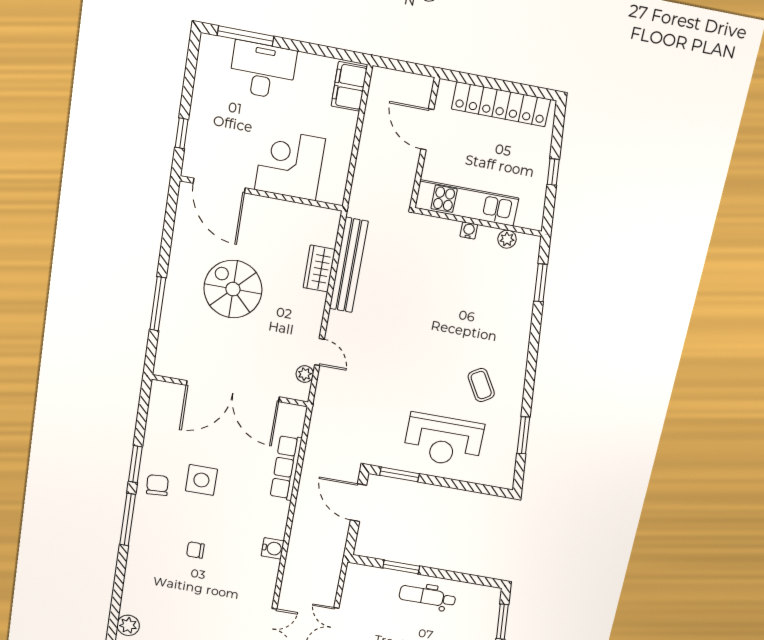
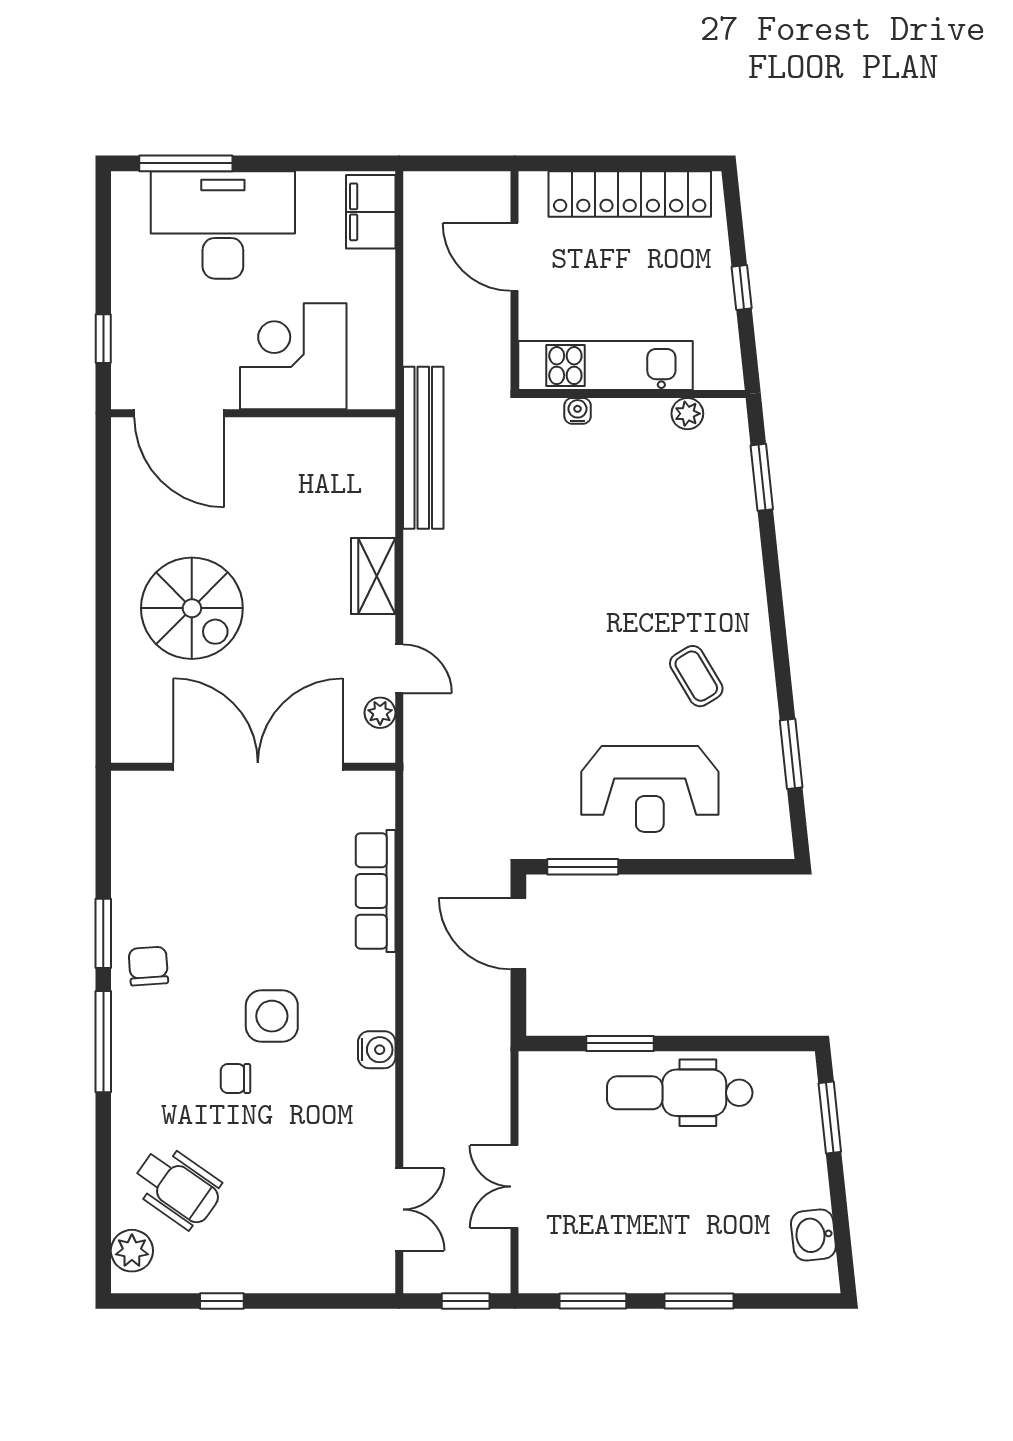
desk: (263, 70) -> (223, 225), width x1.36, depth x1.30
water cooler: (469, 230) -> (578, 411), moved
bench: (349, 265) -> (423, 448), moved
wardrobe: (319, 269) -> (373, 576), moved
spiral stairs: (233, 289) -> (192, 608), moved, turned 180
window: (158, 304) -> (103, 635), removed
double door: (233, 391) -> (258, 767), swing flipped
side table: (201, 480) -> (272, 1016), moved
dental chair: (427, 597) -> (680, 1093), width x1.36, depth x1.38
wheelchair: (157, 598) -> (177, 1187), added

